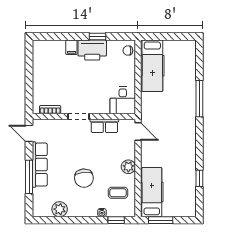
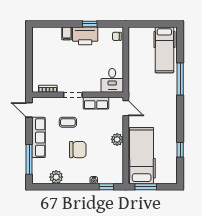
hospital bed: (152, 66) -> (164, 50), moved
window: (29, 177) -> (29, 159), moved
chair: (84, 178) -> (78, 150), turned -84
hospital bed: (152, 192) -> (142, 156), width x1.37, depth x1.29
coffee table: (118, 193) -> (68, 122), moved

